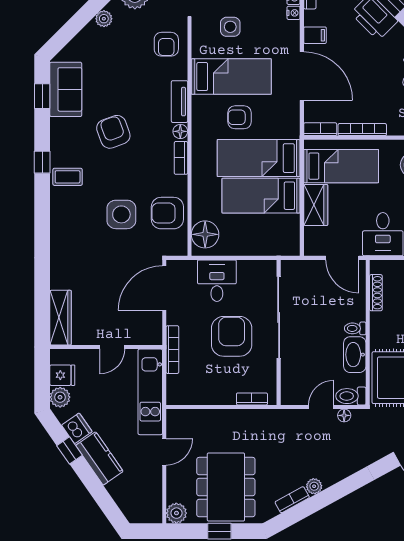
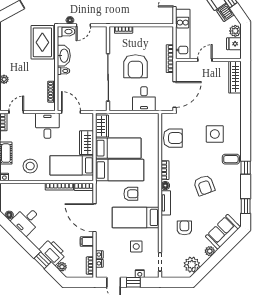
armchair: (166, 44) -> (184, 228), moved
sofa: (66, 89) -> (223, 232), moved, turned 45
side table: (121, 214) -> (215, 134), moved
floor lamp: (205, 234) -> (151, 126), removed
wardrobe: (289, 234) -> (102, 126), added

